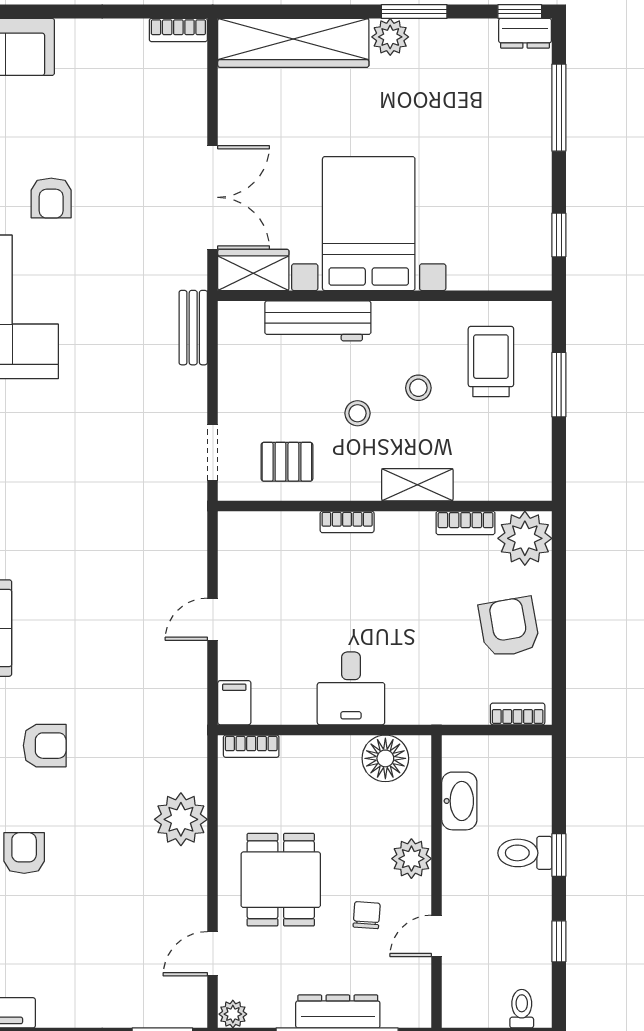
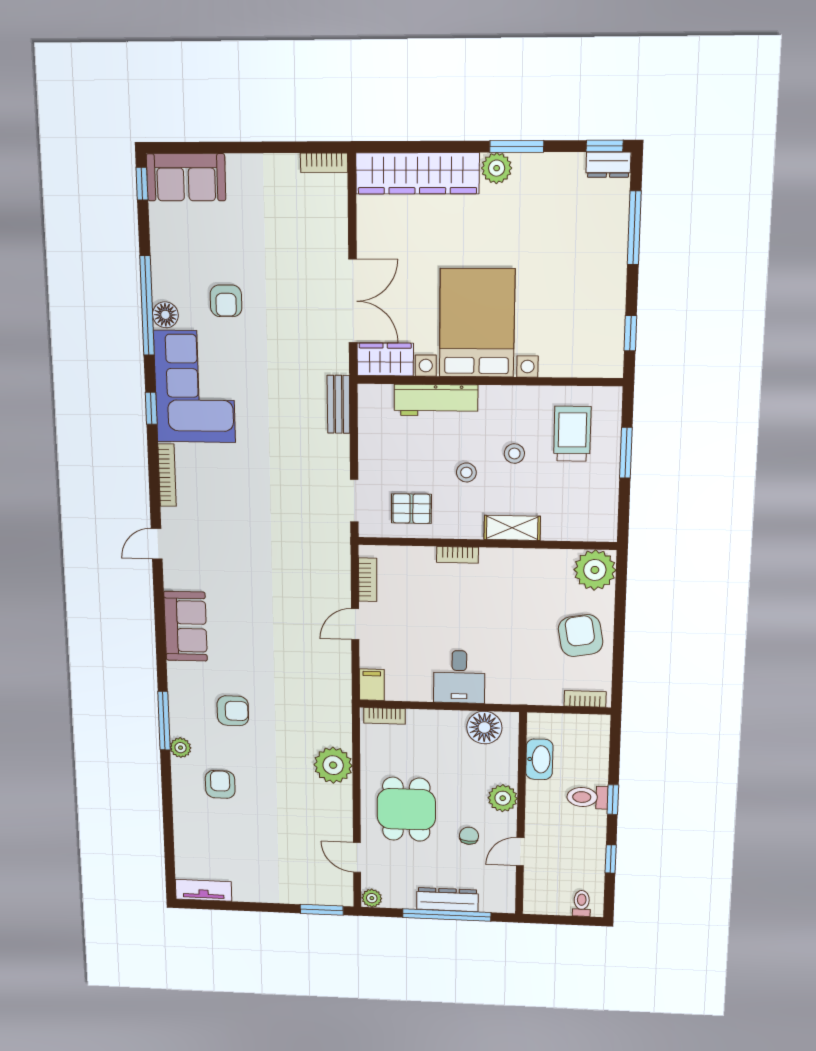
bookcase: (466, 523) -> (368, 580), moved, turned -90
door: (213, 954) -> (357, 857), hinge flipped

